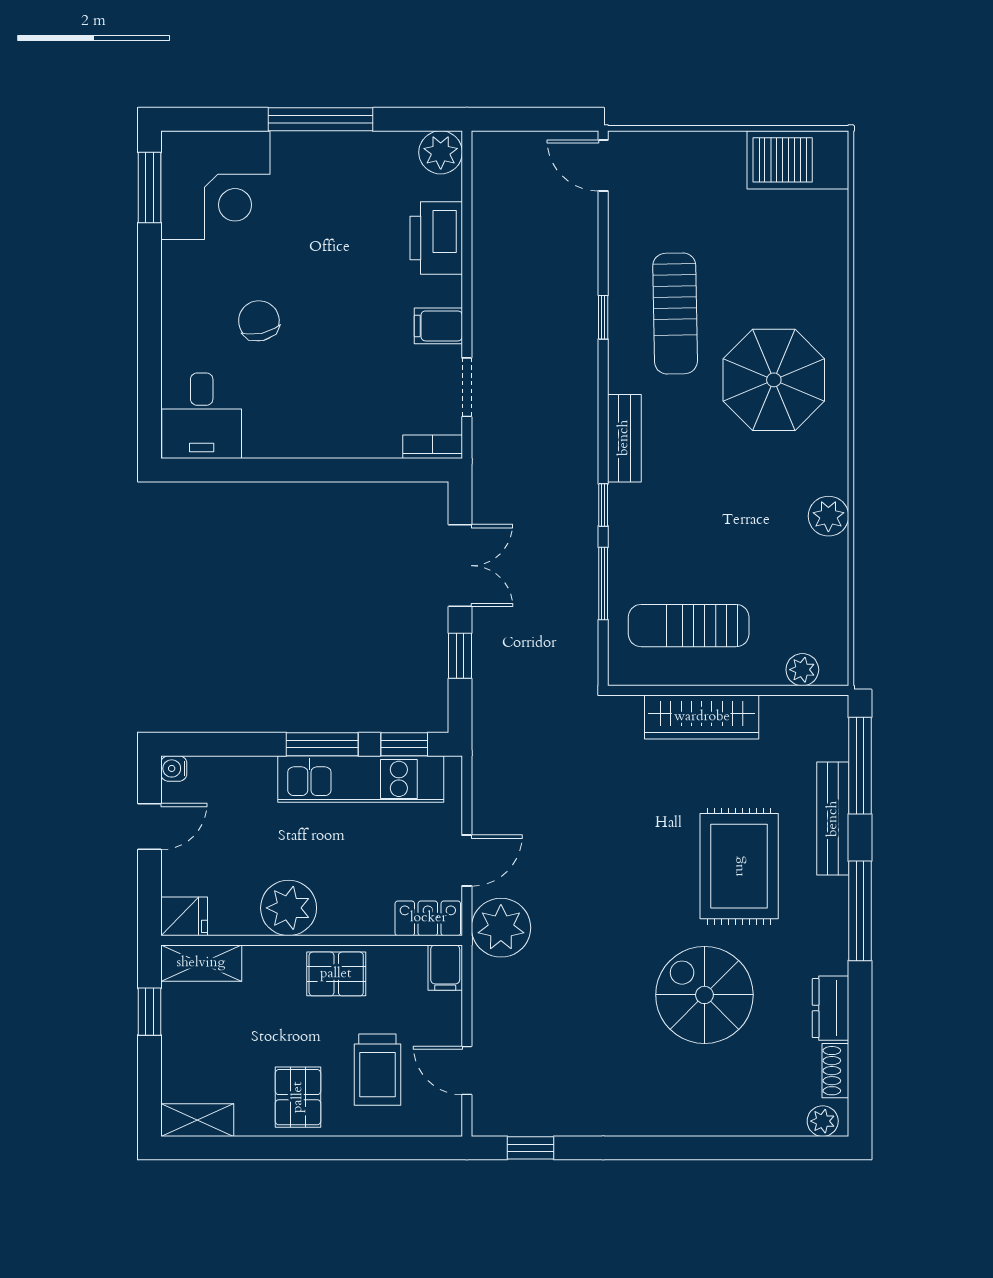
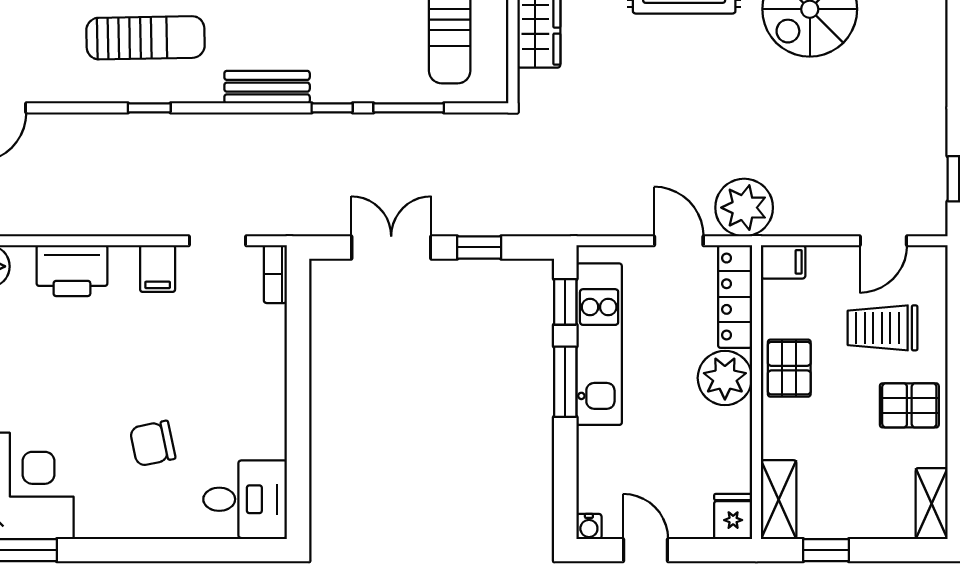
plant: (289, 908) -> (725, 378), moved
locker: (428, 918) -> (735, 297), width x1.53
trolley: (377, 1070) -> (883, 328), turned 180

